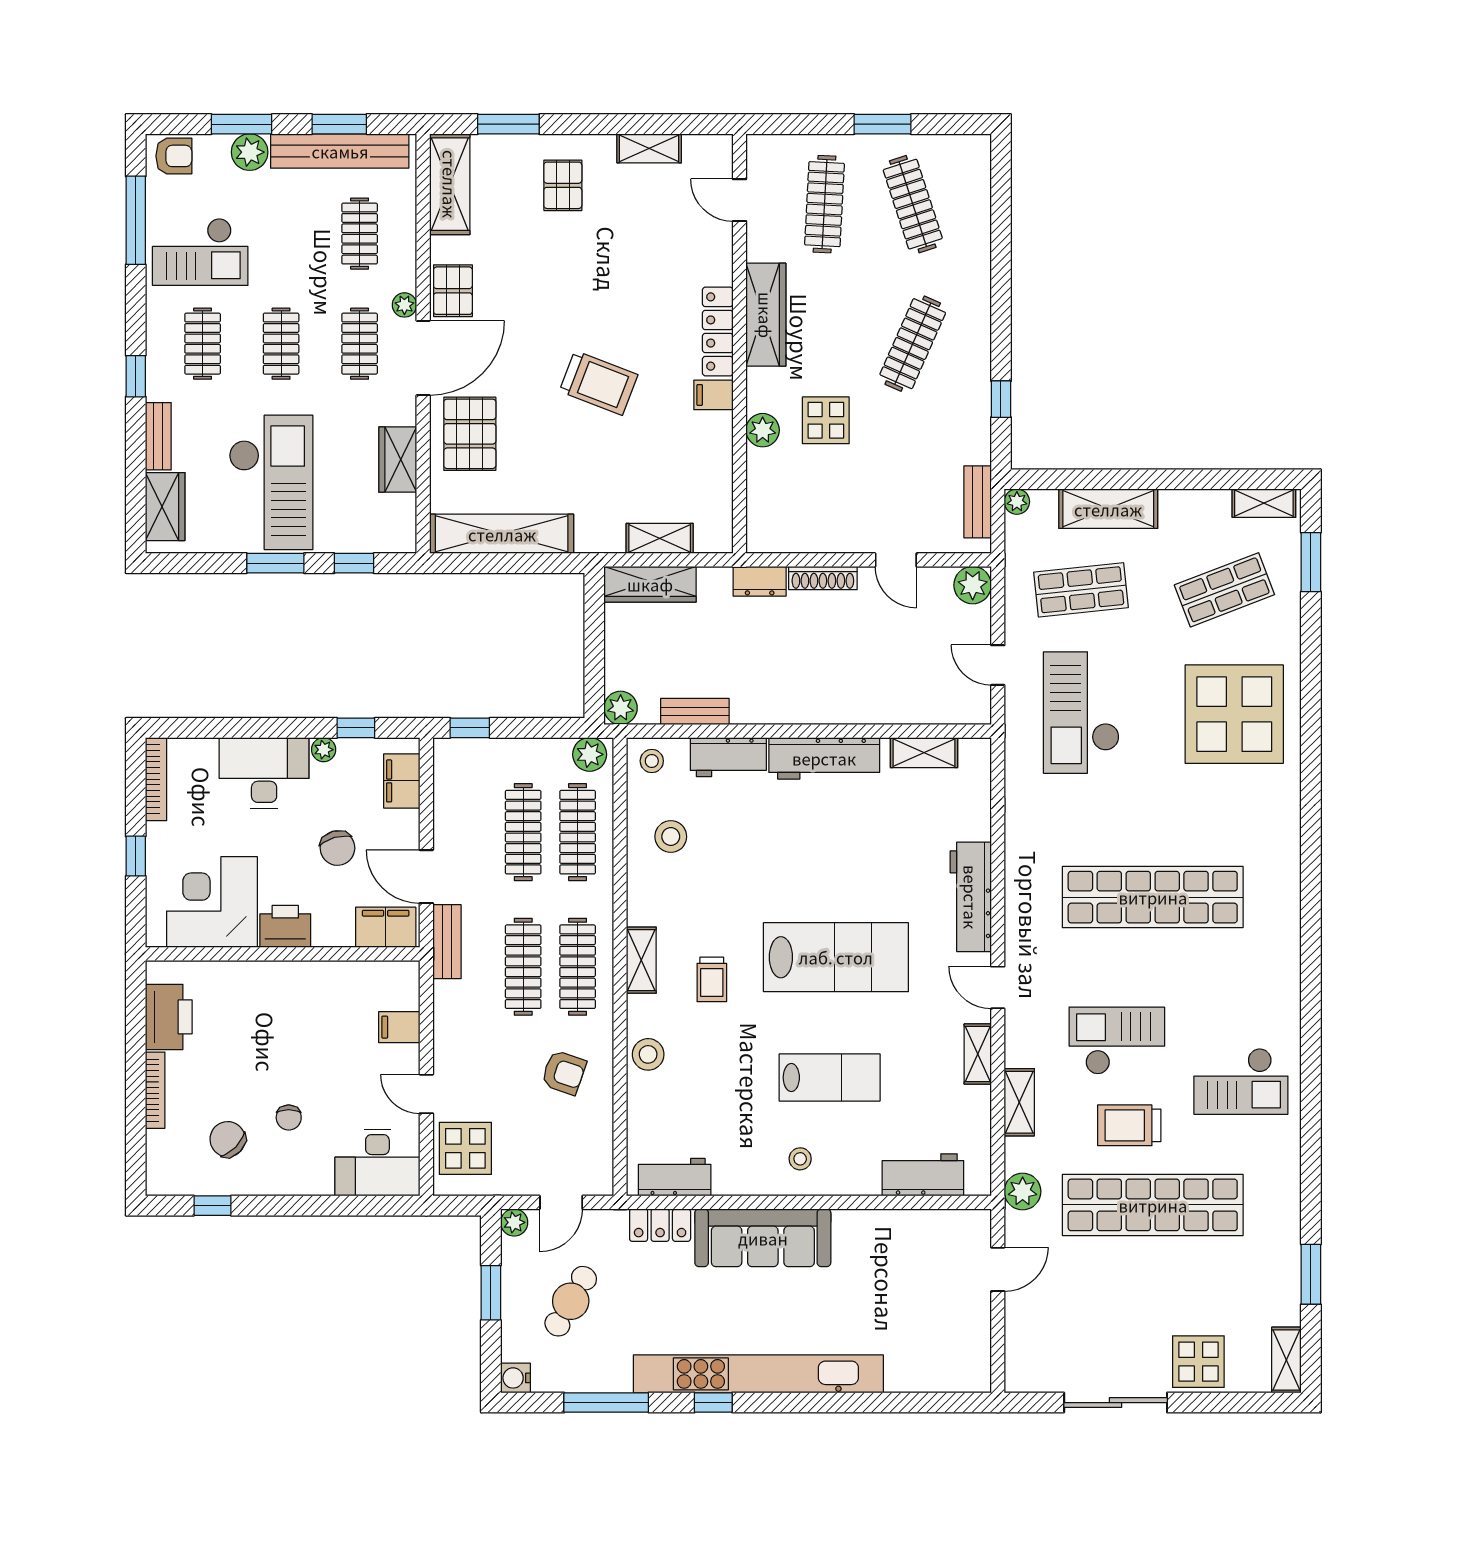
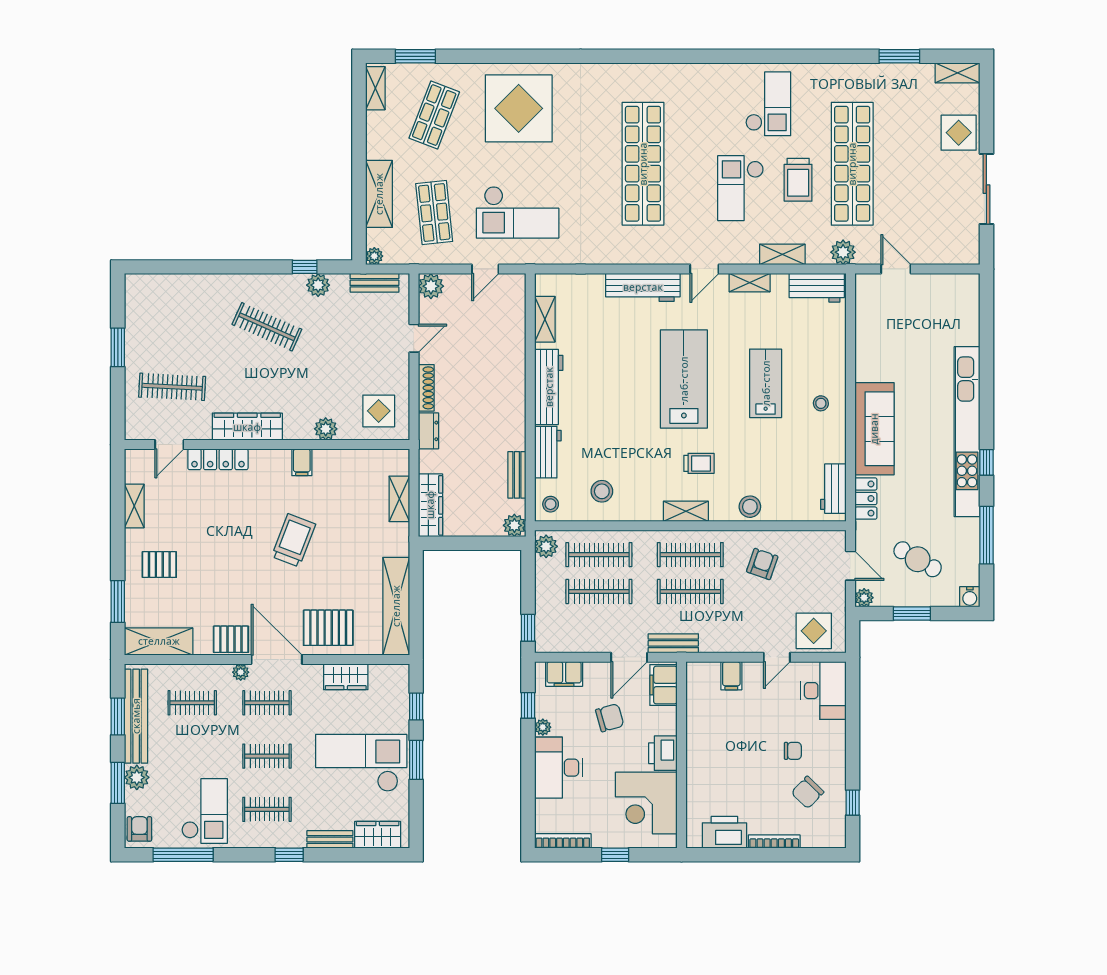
clothes rail: (913, 204) -> (172, 327), removed
locker: (718, 331) -> (218, 459), moved
plant: (974, 419) -> (318, 285), added
display table: (826, 420) -> (379, 411), moved
shop shelf: (1224, 590) -> (434, 115), turned 42
workbench: (923, 1175) -> (817, 288), moved, turned -90

